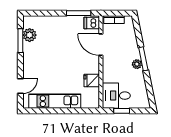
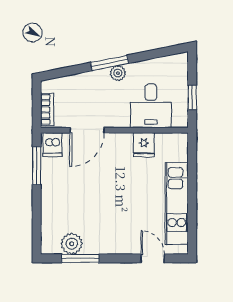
desk: (116, 96) -> (151, 106), moved

